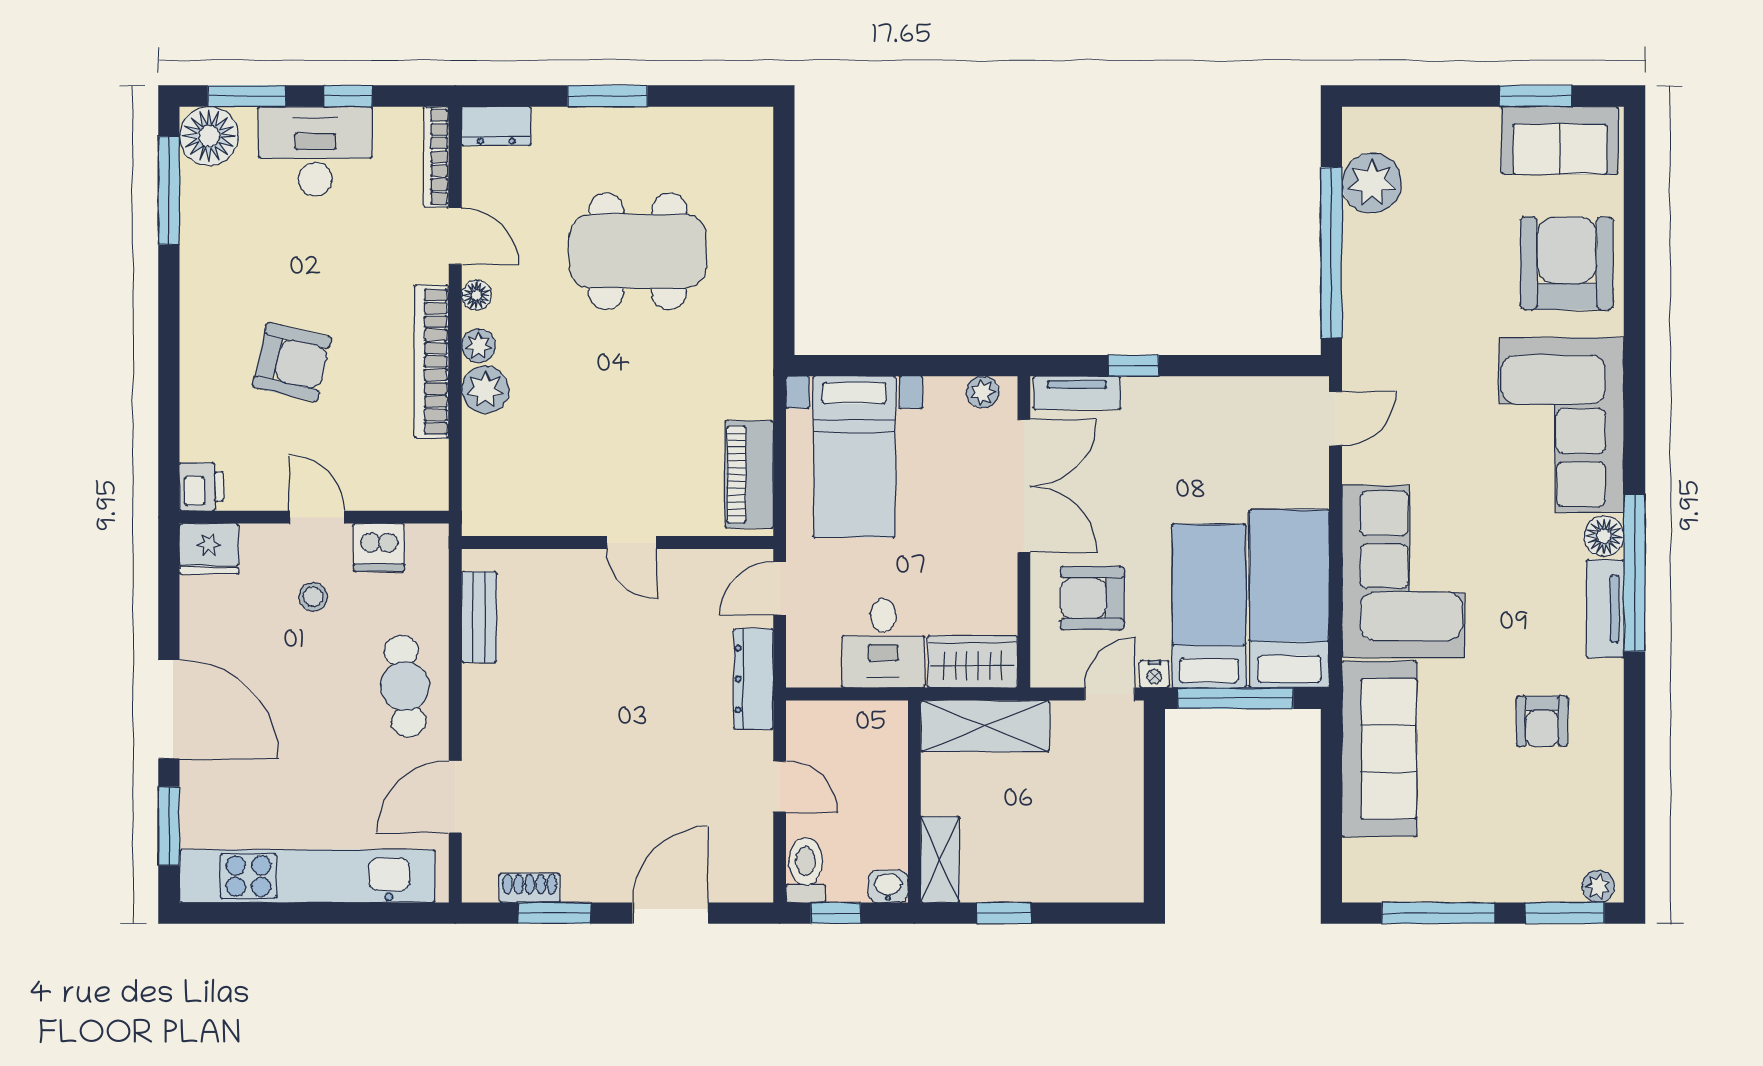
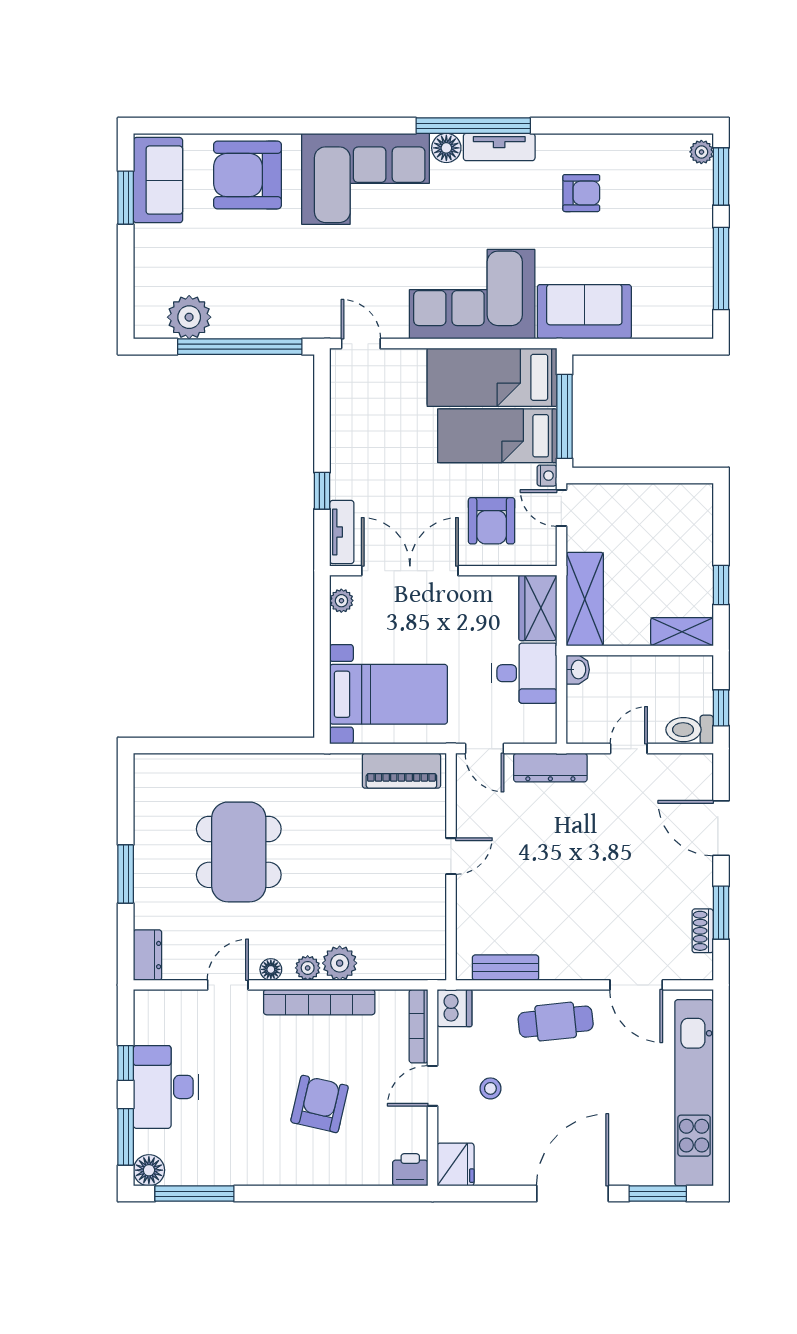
floor lamp: (209, 136) -> (149, 1170), width x0.73, depth x0.73
bookcase: (436, 157) -> (419, 1026), moved, turned 90
dishwasher: (379, 547) -> (455, 1008), moved
sofa: (1379, 749) -> (584, 312), width x0.73
washbasin: (888, 886) -> (578, 670), moved, turned 180

